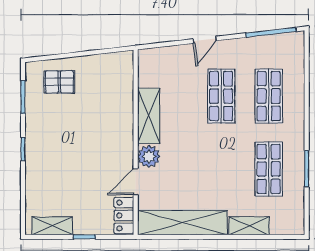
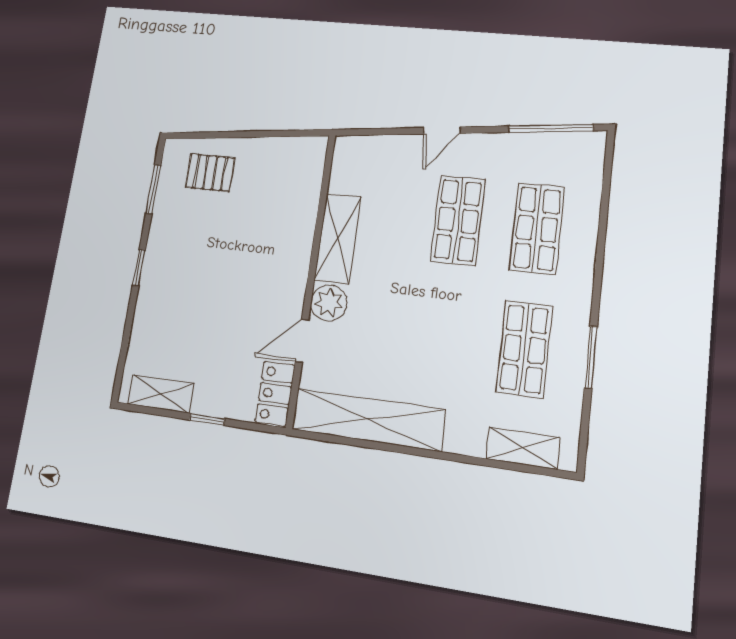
shelving: (249, 226) -> (523, 448), moved

